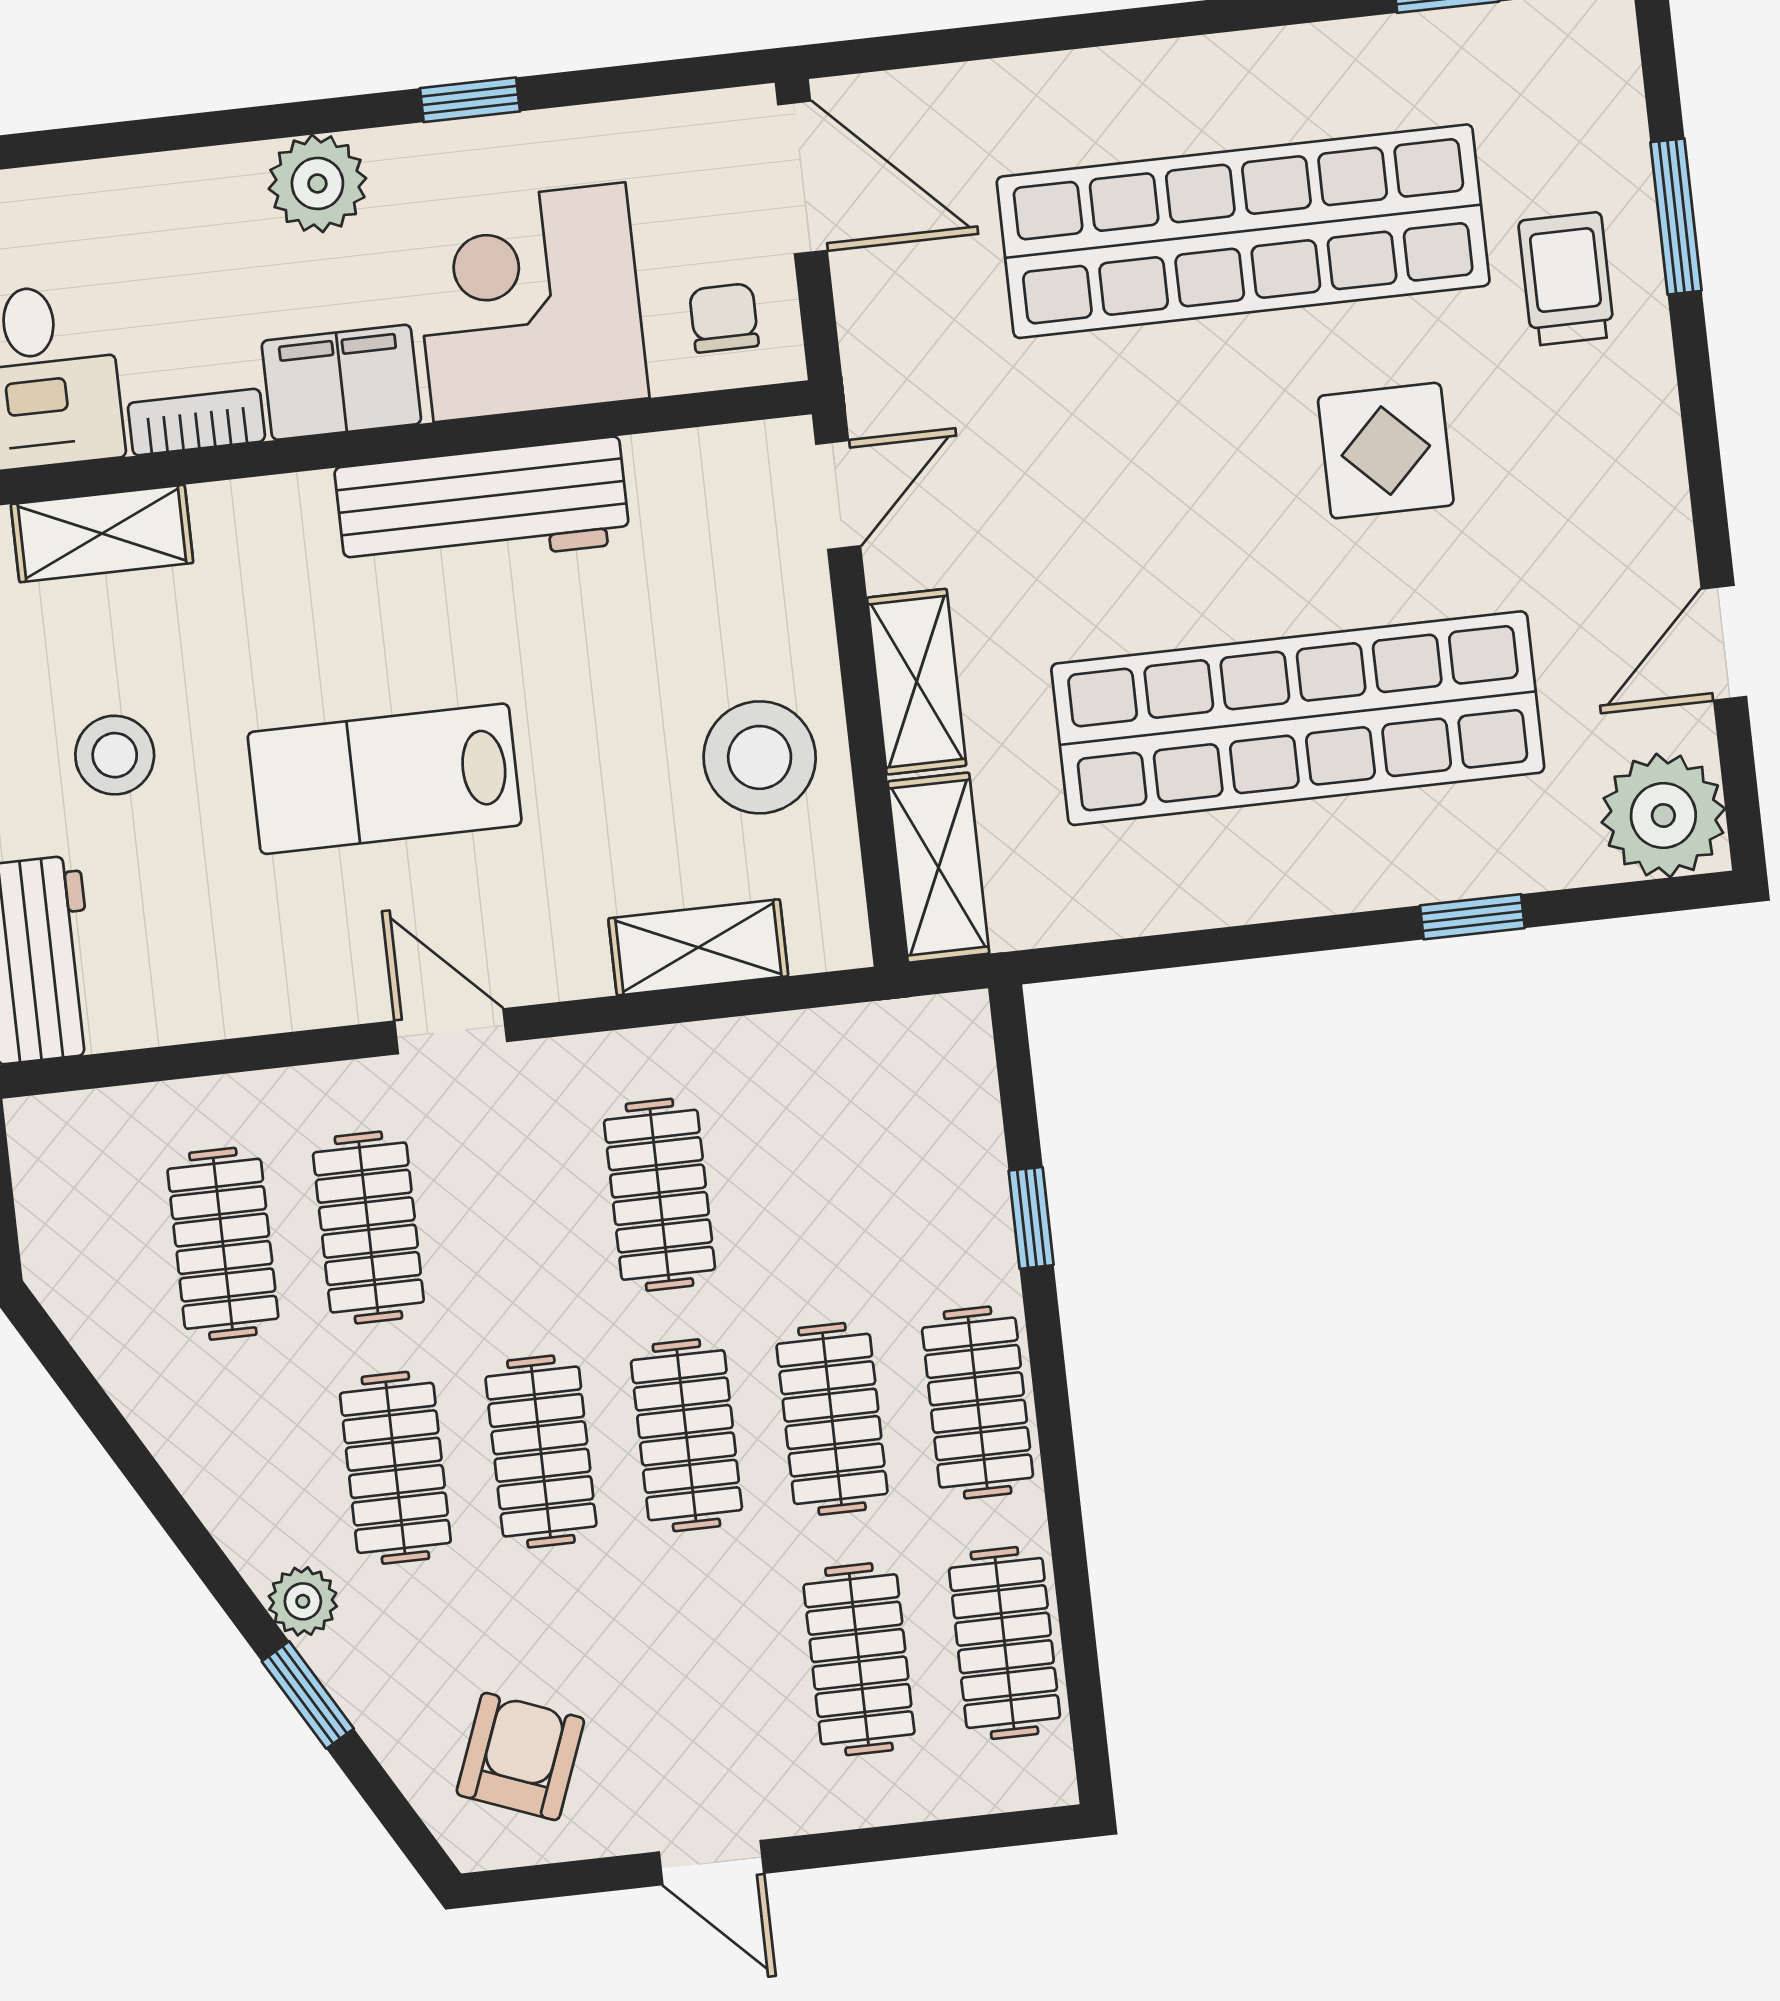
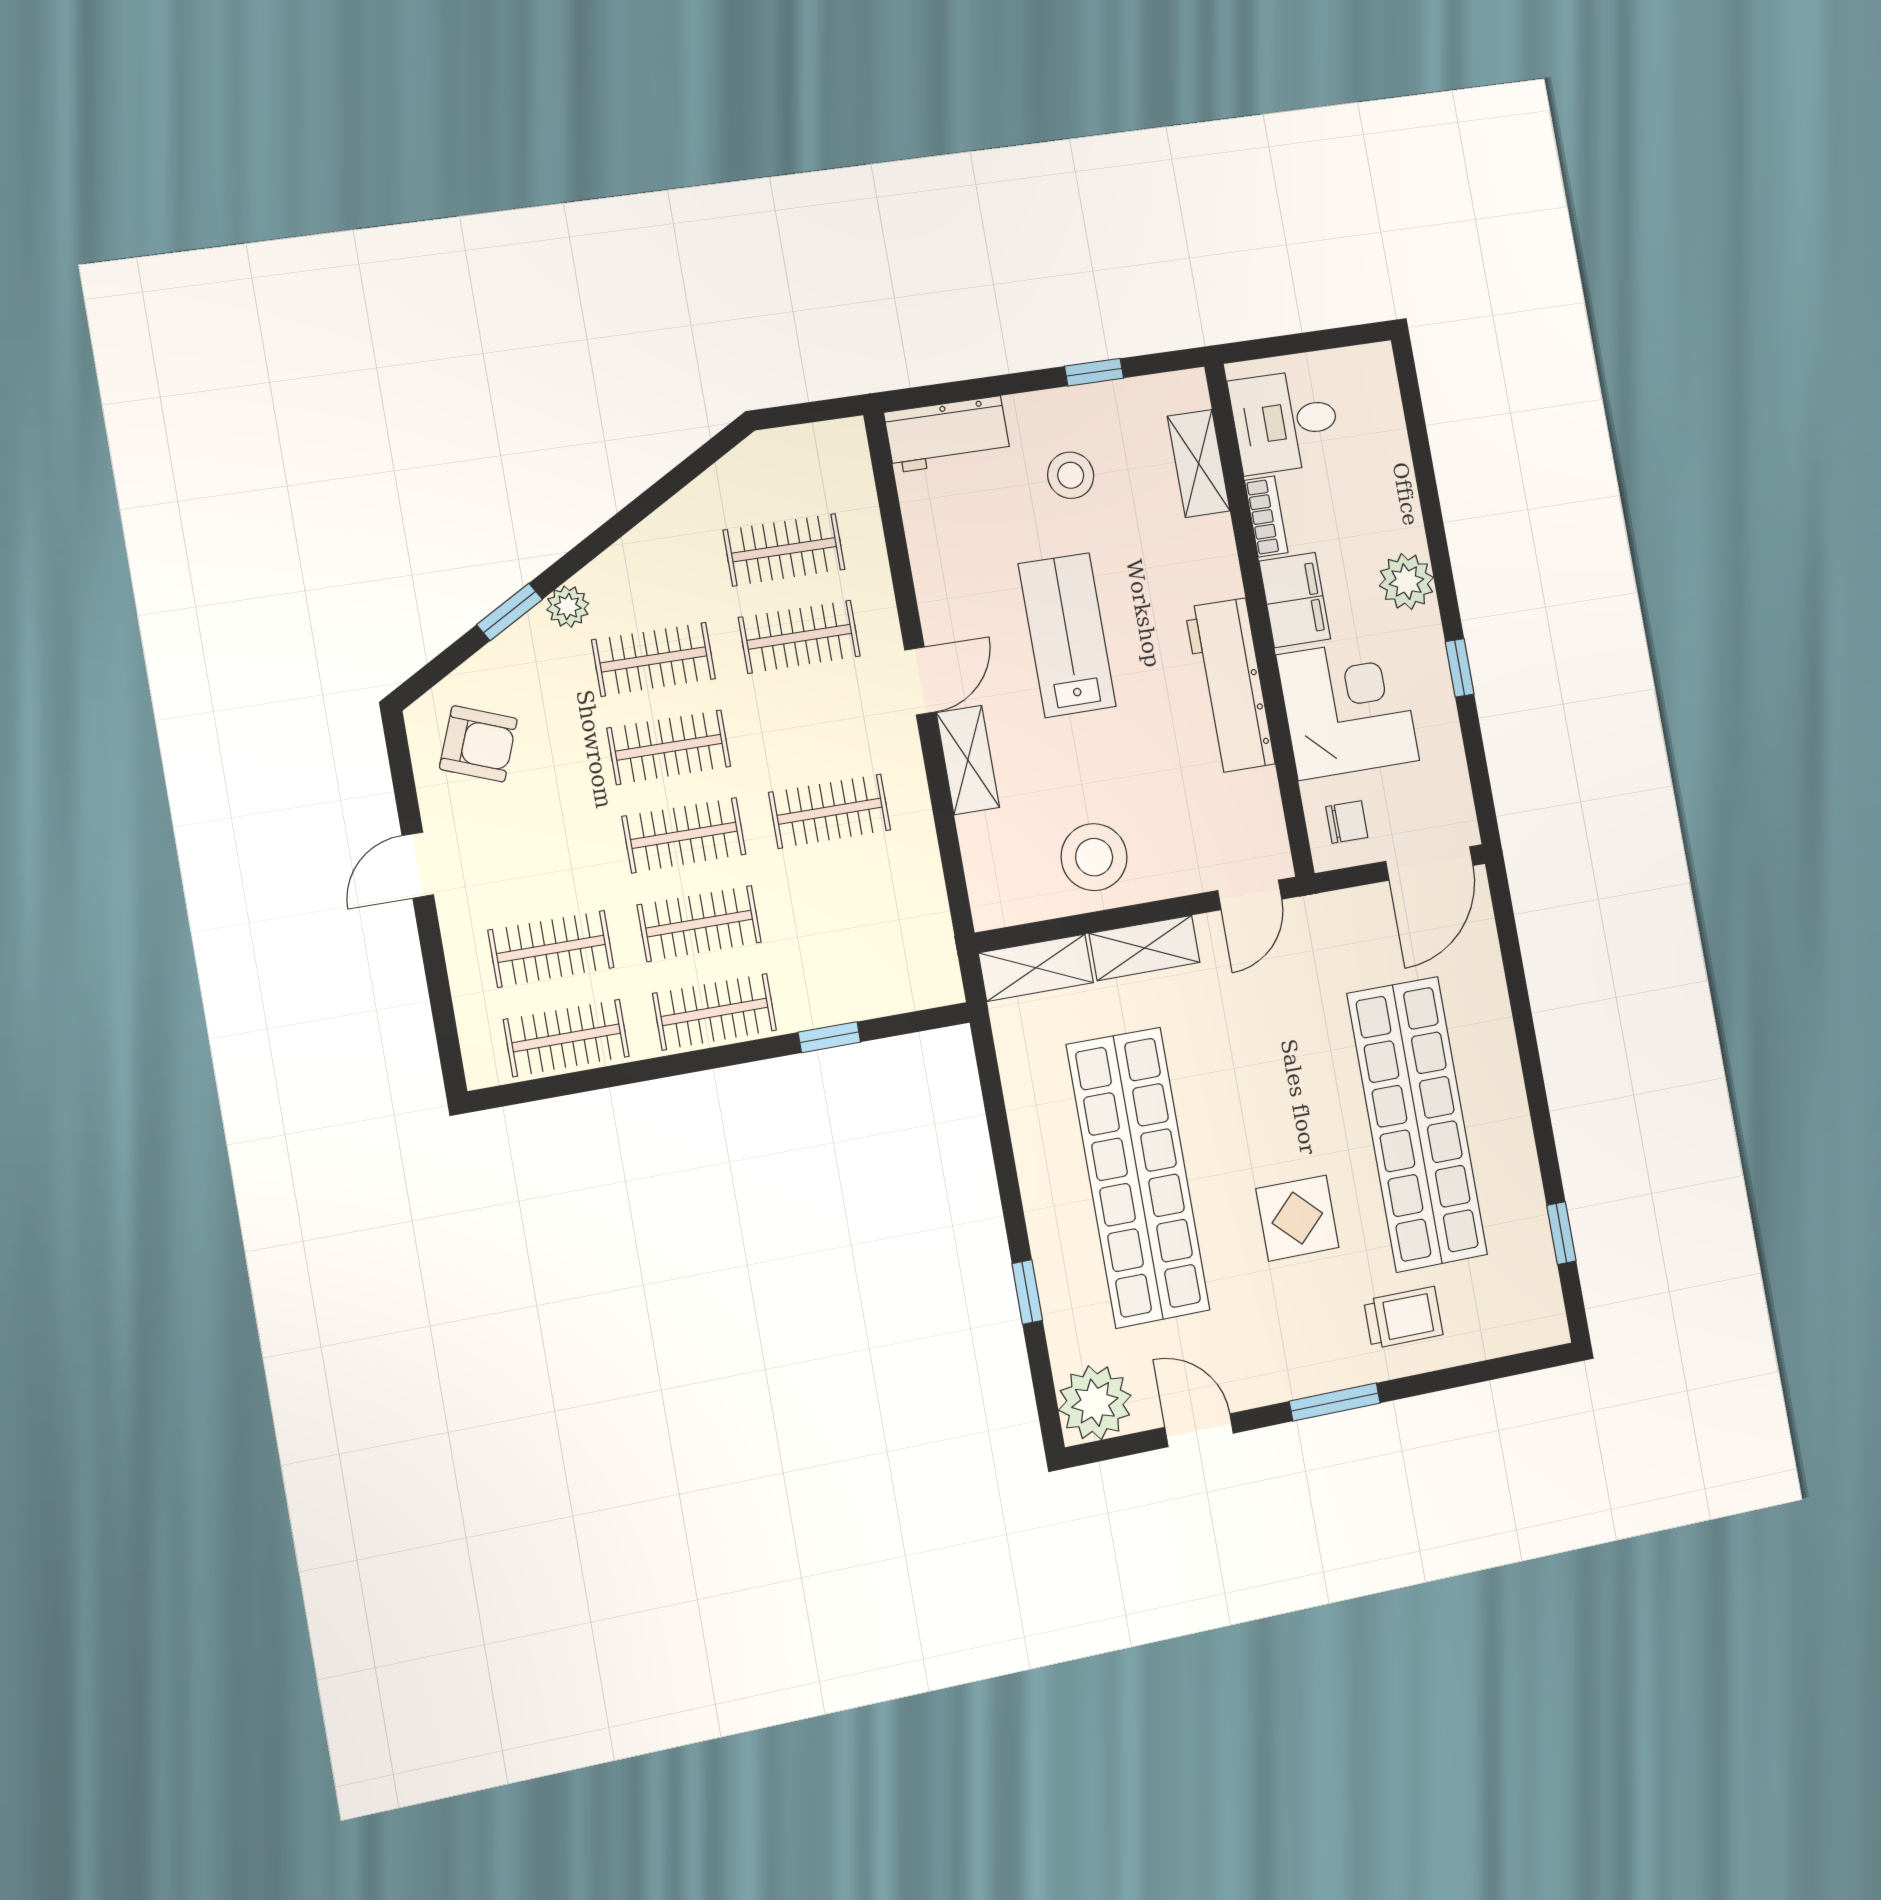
window: (1676, 216) -> (1335, 1402), moved
door: (838, 495) -> (1250, 895), hinge flipped
shelving: (698, 947) -> (968, 760), moved

